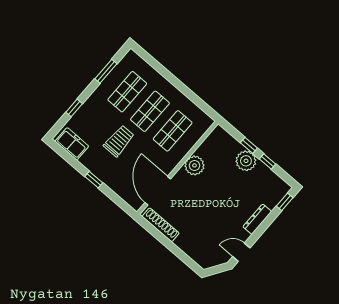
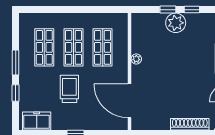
window: (106, 71) -> (16, 63), moved
plant: (194, 165) -> (136, 59), width x0.53, depth x0.53
shoe rack: (161, 225) -> (190, 124), moved

